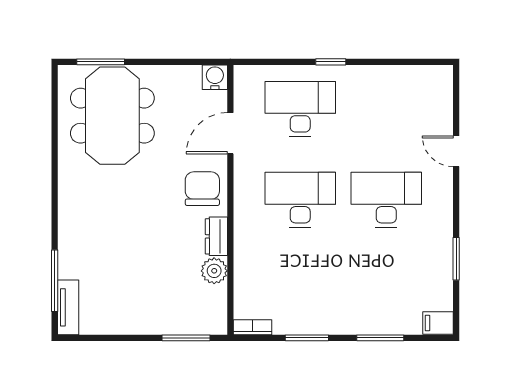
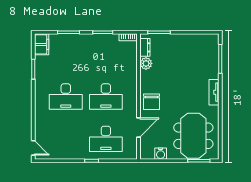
water cooler: (215, 77) -> (161, 154), moved
door: (456, 151) -> (33, 148), moved
dresser: (216, 236) -> (145, 47), moved
tv unit: (68, 307) -> (214, 92), moved
filing cabinet: (438, 323) -> (42, 44), width x2.00

